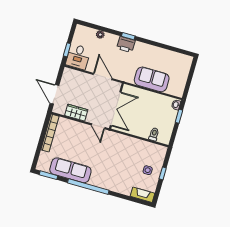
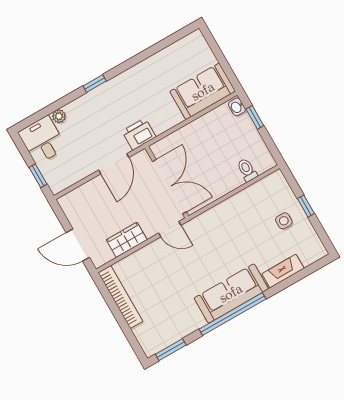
printer: (126, 44) -> (139, 134), moved, turned 180
desk: (78, 57) -> (42, 140), moved, turned 180
door: (103, 76) -> (114, 164), swing flipped
sofa: (152, 79) -> (203, 91), moved
sofa: (70, 170) -> (231, 293), moved
fireplace: (142, 195) -> (283, 271), moved

